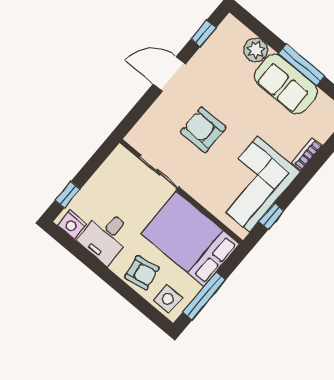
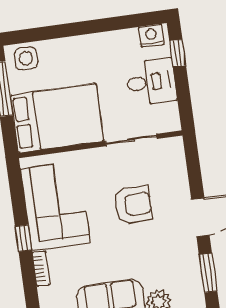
window: (203, 33) -> (208, 273), width x1.50
window: (271, 216) -> (23, 238), moved
desk: (106, 237) -> (151, 82), moved, turned 90
armchair: (142, 273) -> (65, 56), removed

